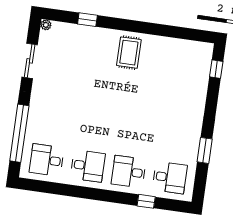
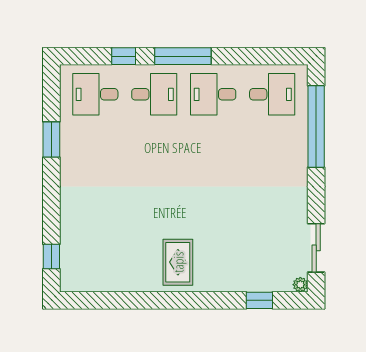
window: (87, 20) -> (259, 300), moved
sliding door: (30, 61) -> (316, 248), moved
window: (105, 195) -> (183, 56), added

